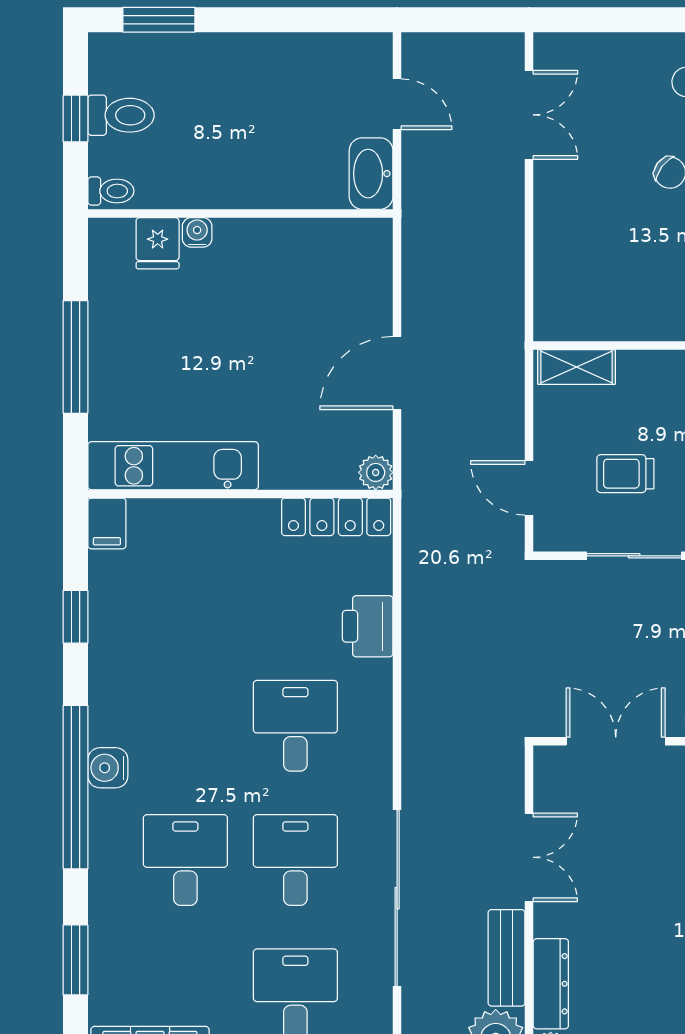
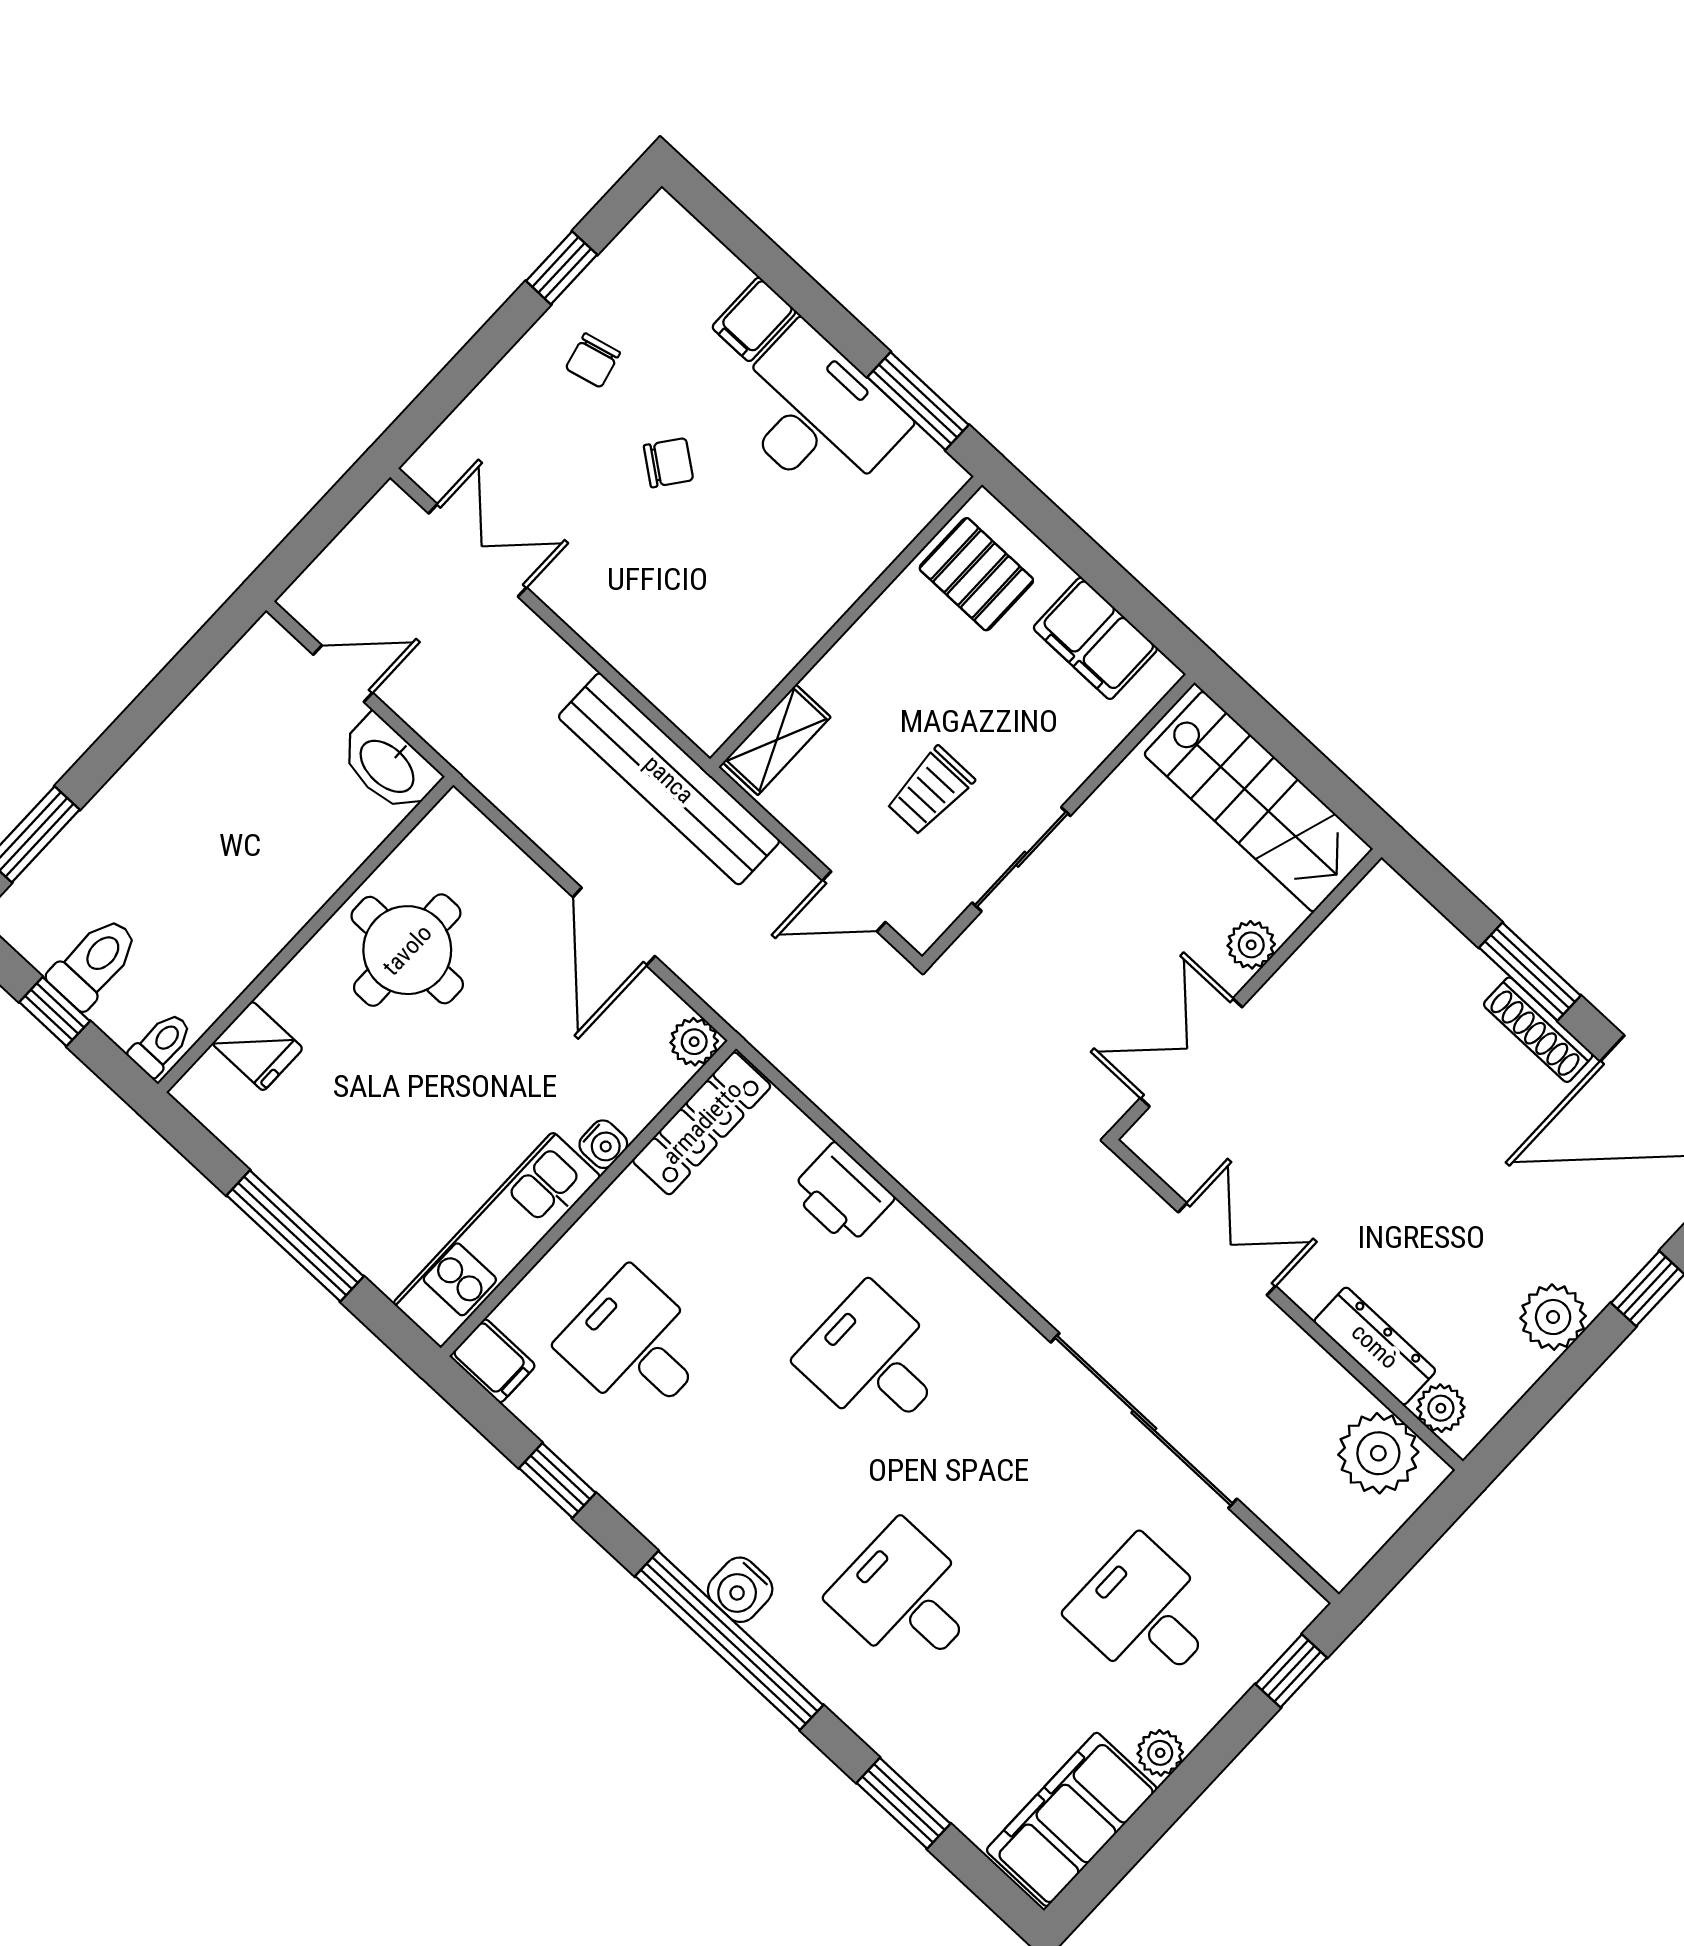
water cooler: (197, 232) -> (603, 1144), moved, turned 180
round table: (282, 275) -> (407, 950), added
desk: (295, 860) -> (635, 1346), moved
bench: (506, 958) -> (669, 779), moved, width x1.86, depth x1.21

